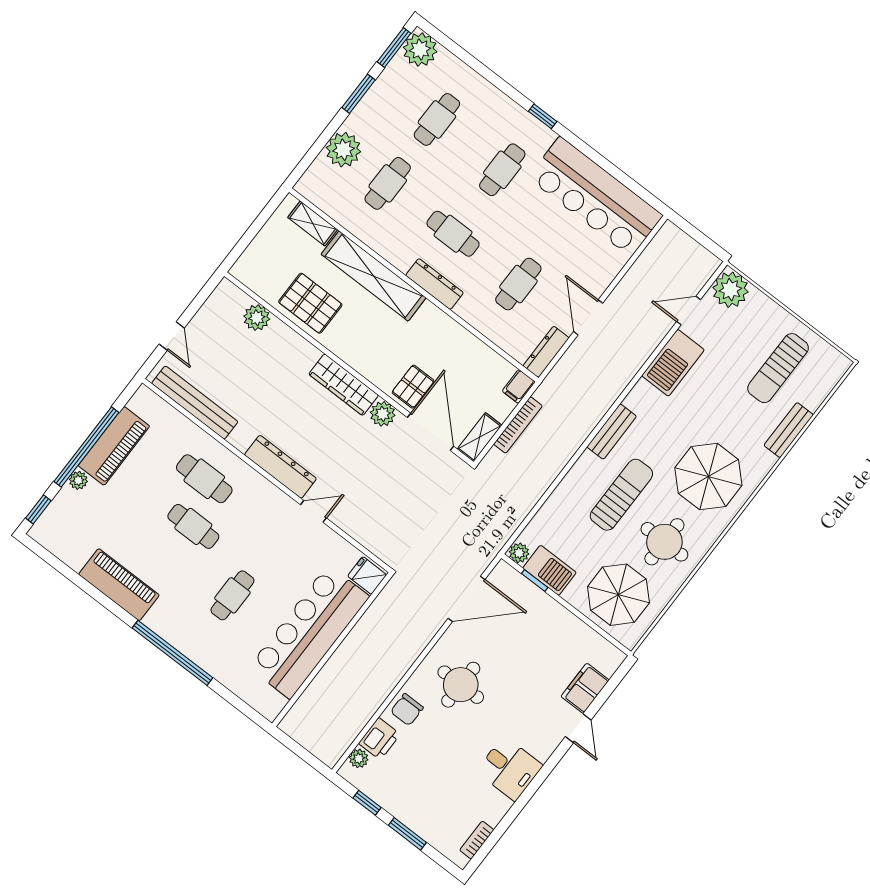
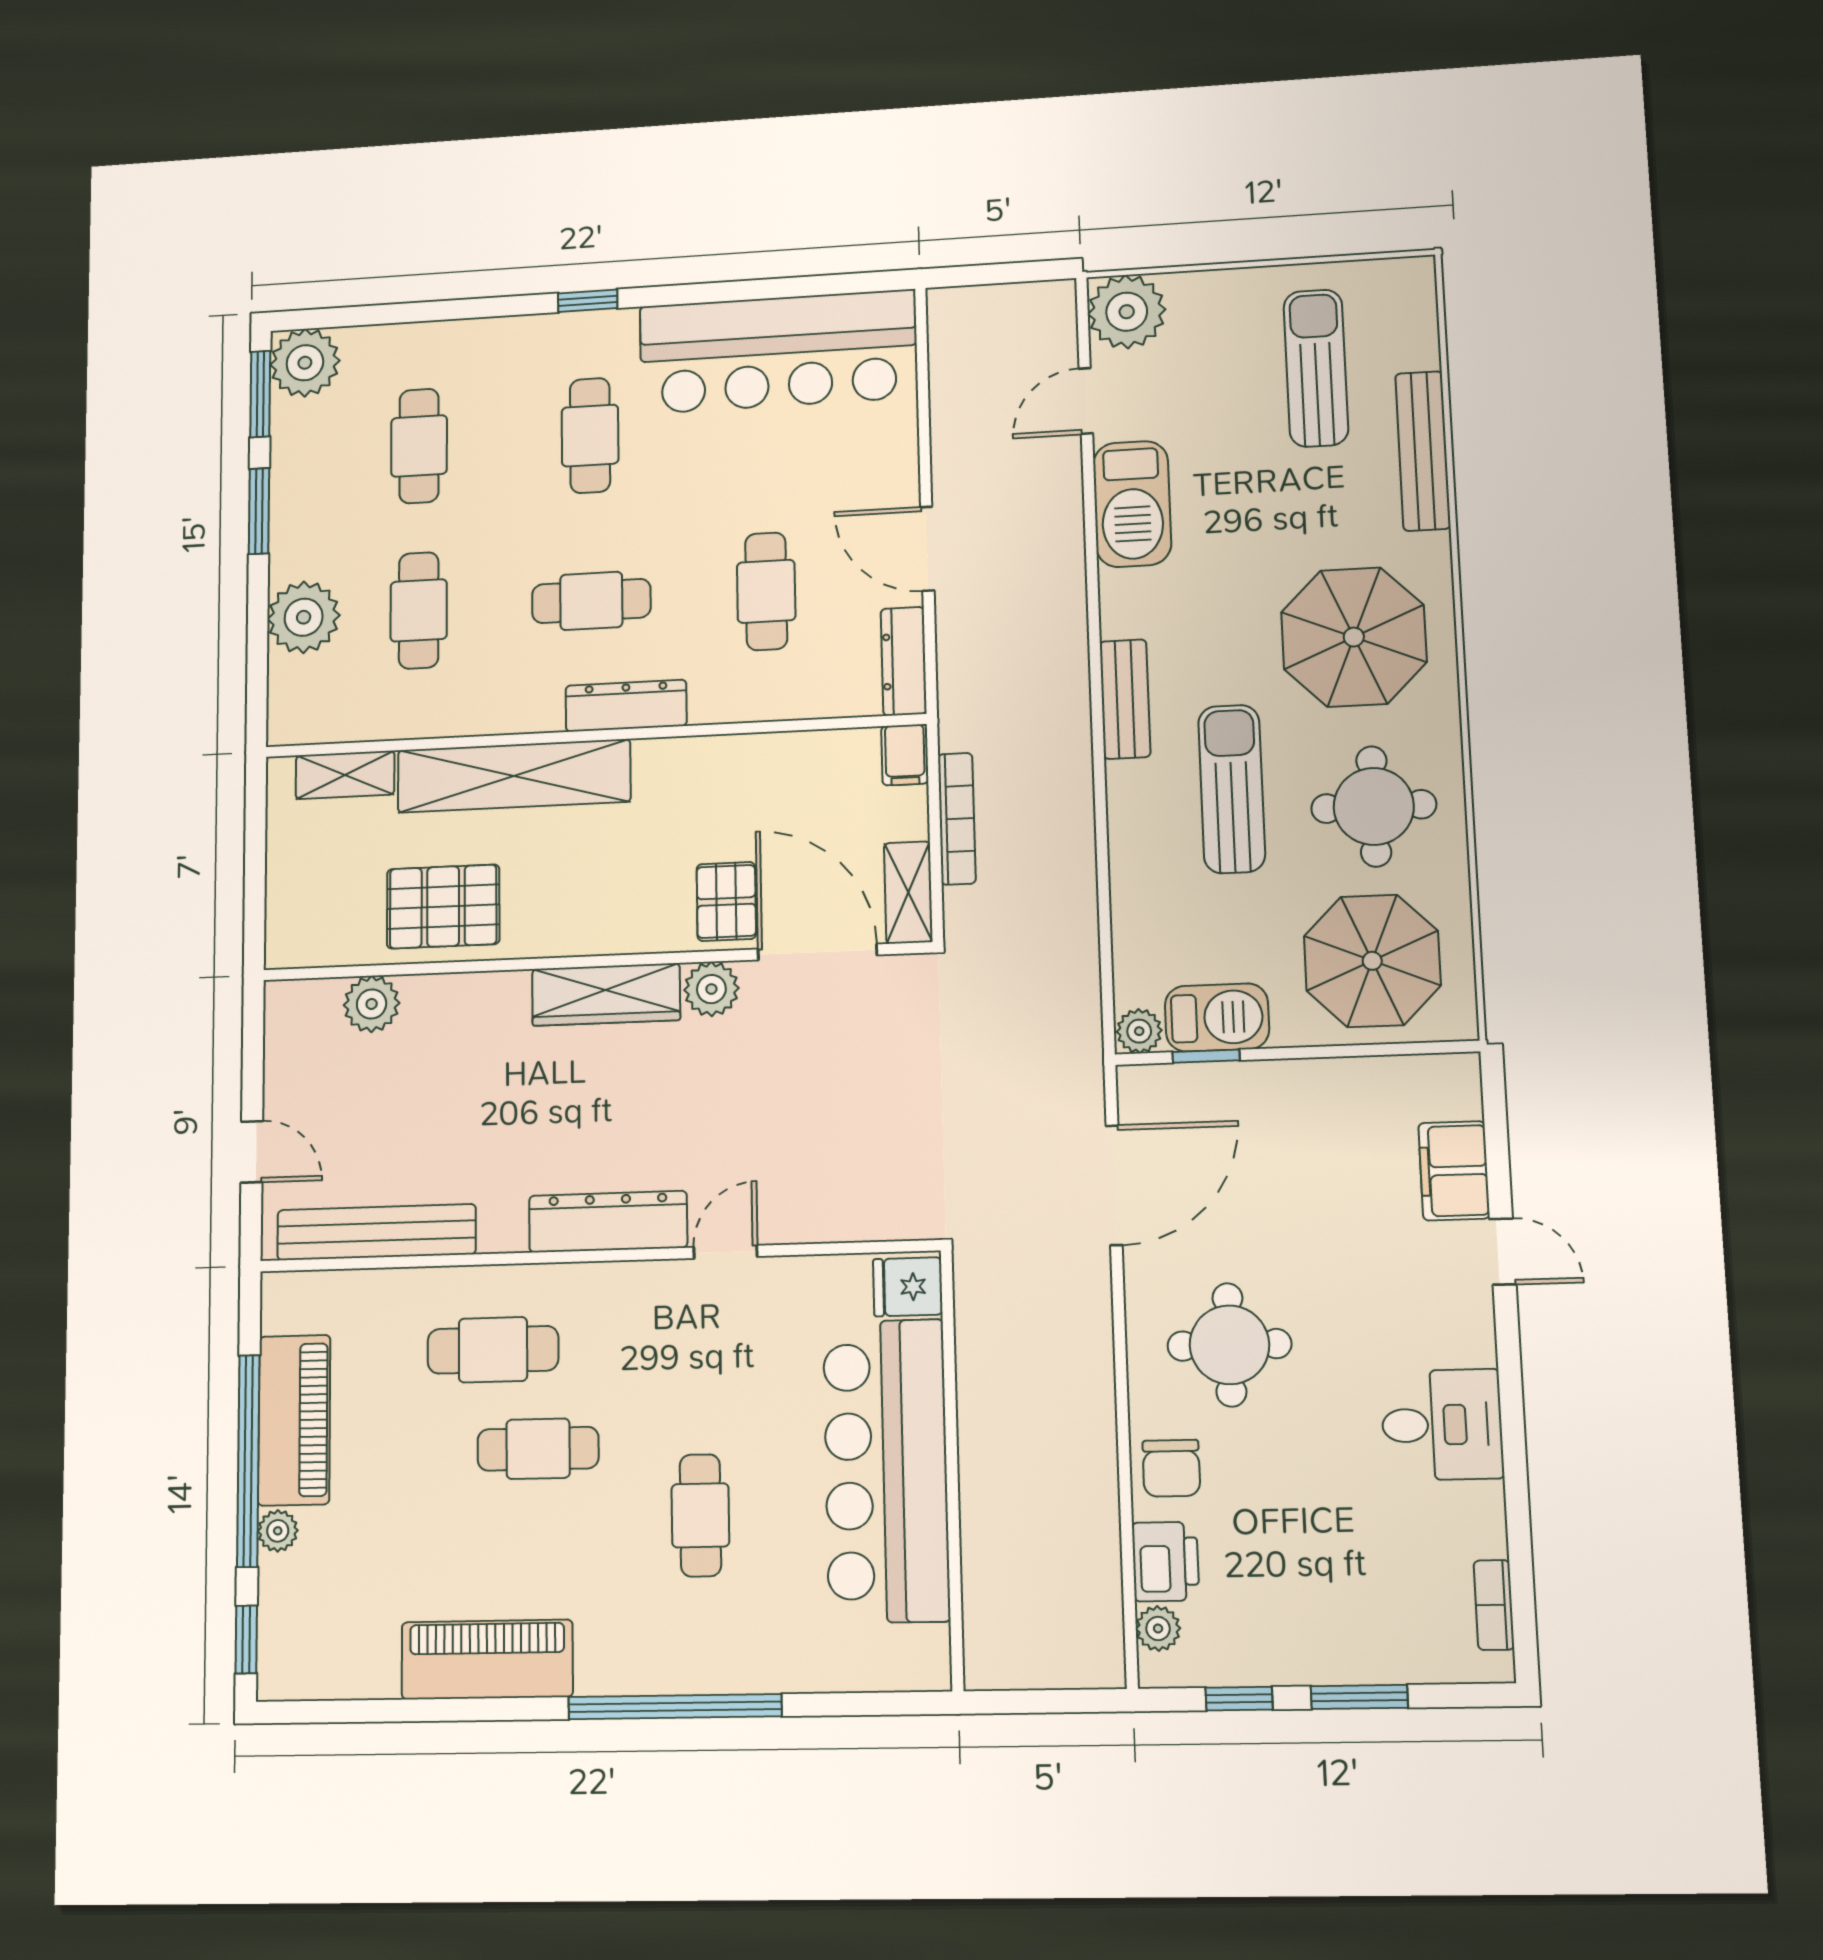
sun lounger: (778, 368) -> (1316, 368), turned 180
bench: (789, 430) -> (1423, 451), width x1.36

